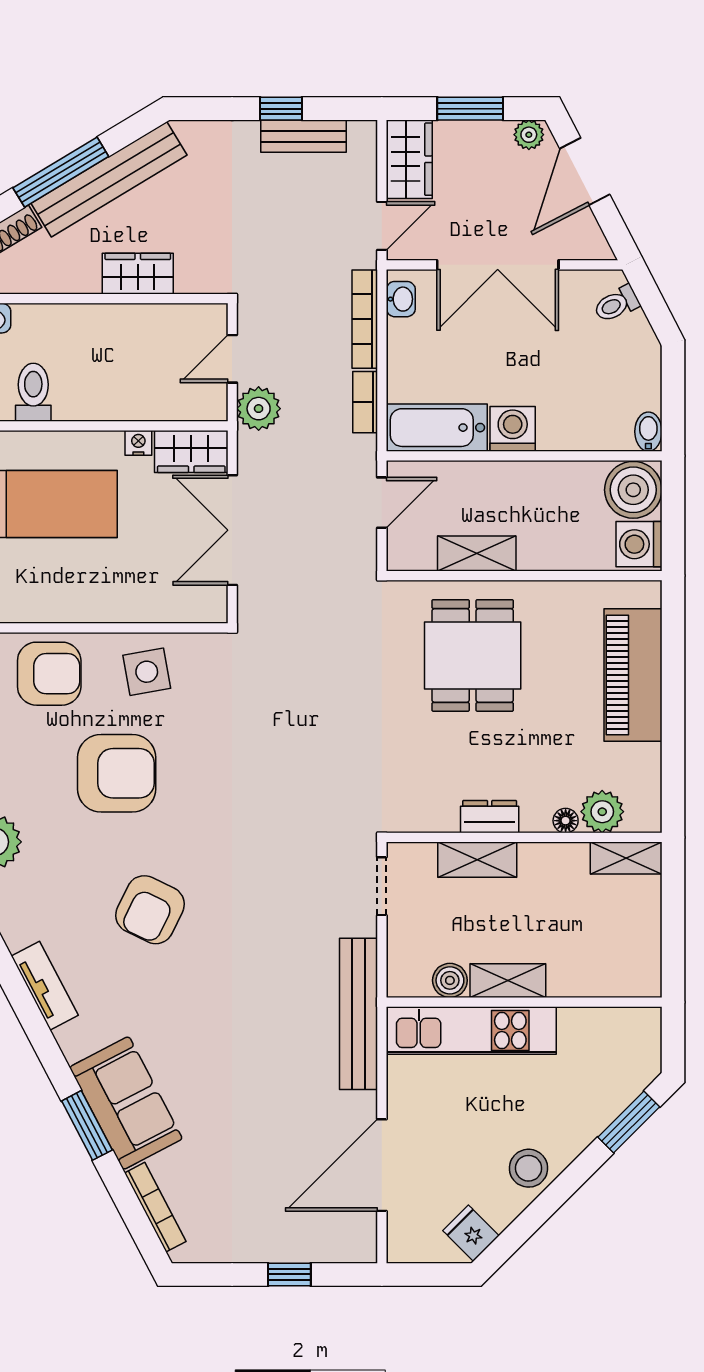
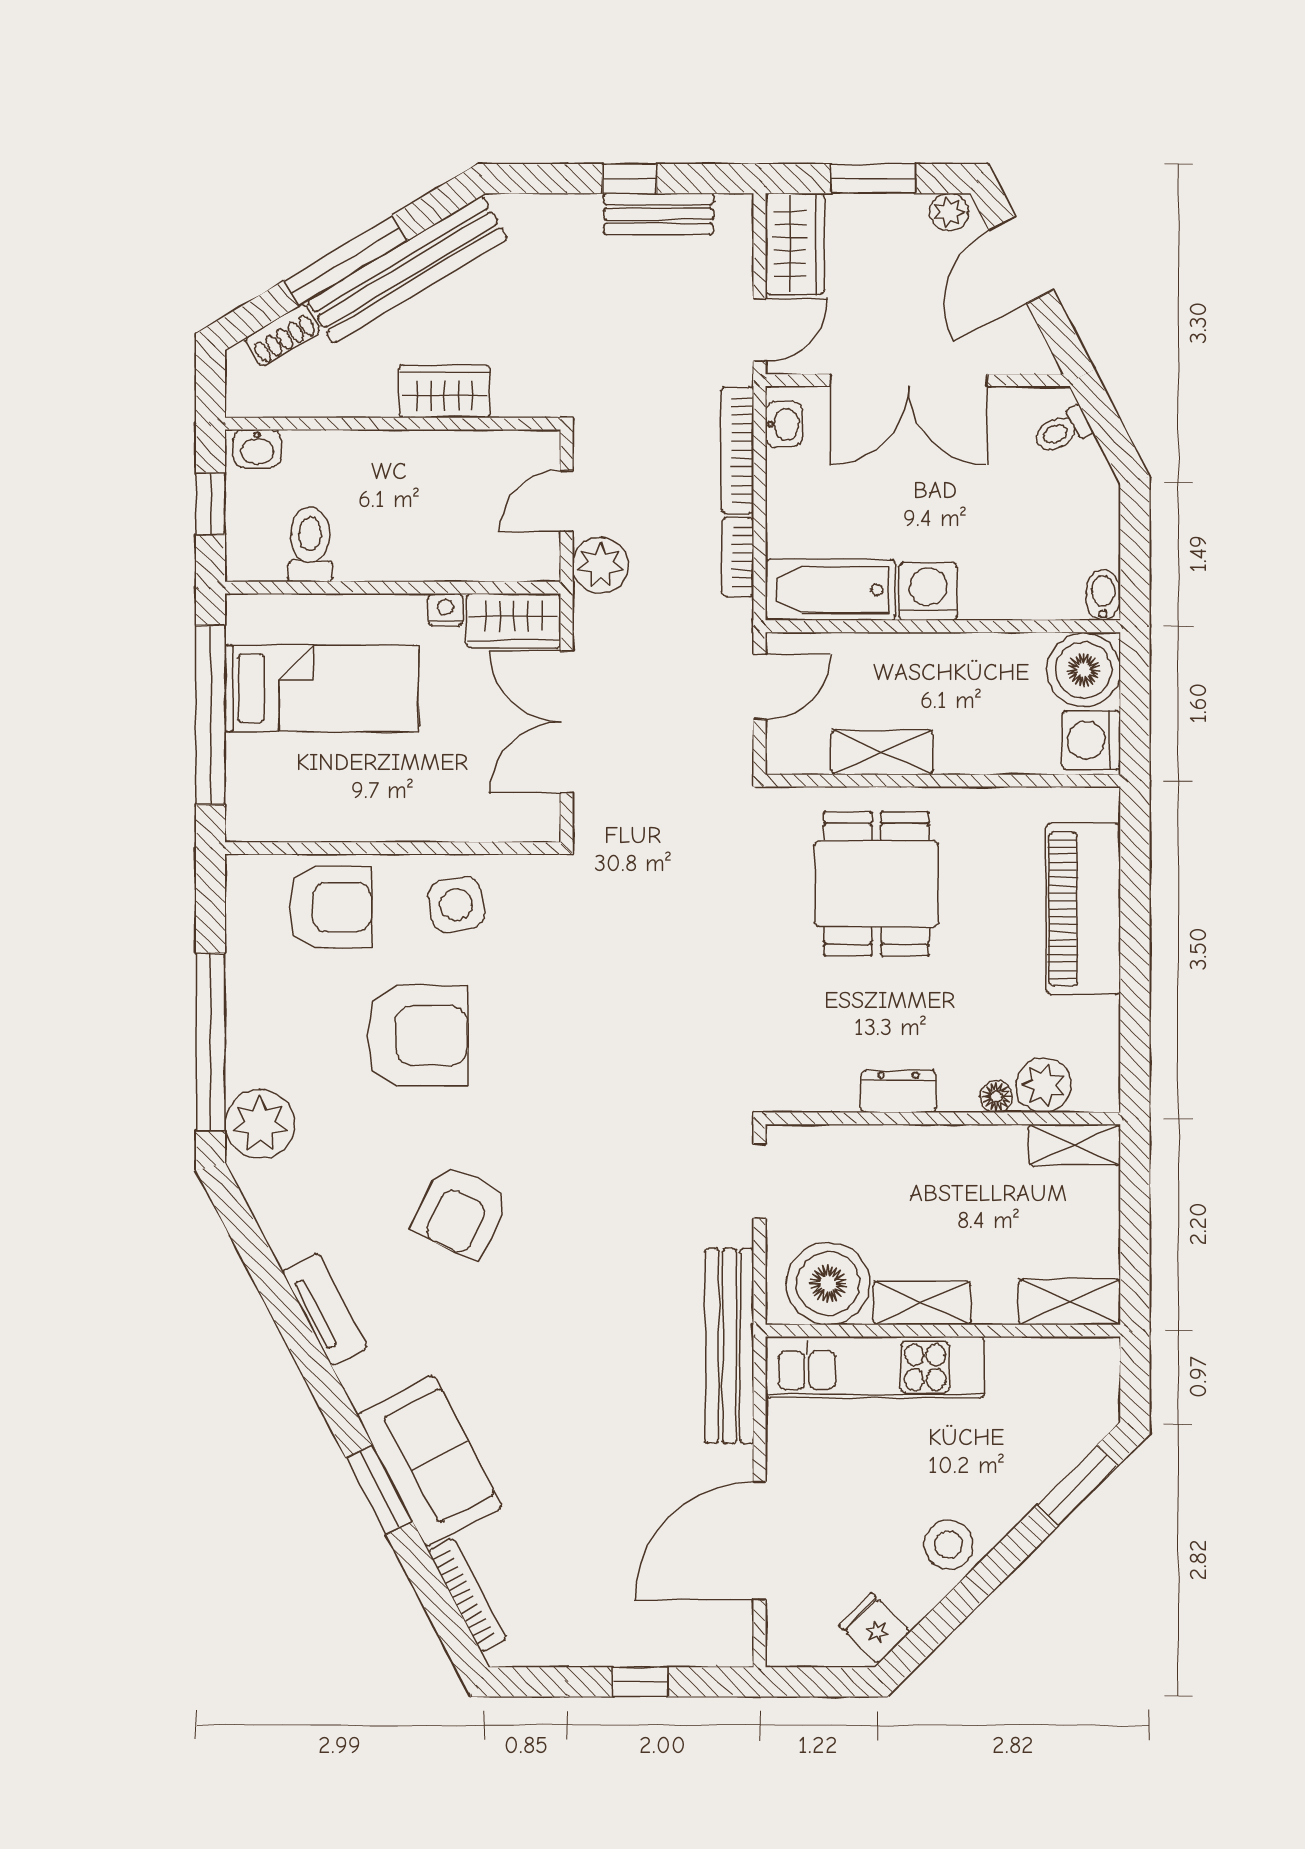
shelving: (477, 860) -> (1070, 1302), moved
boiler: (450, 980) -> (828, 1283), width x1.86, depth x1.86

